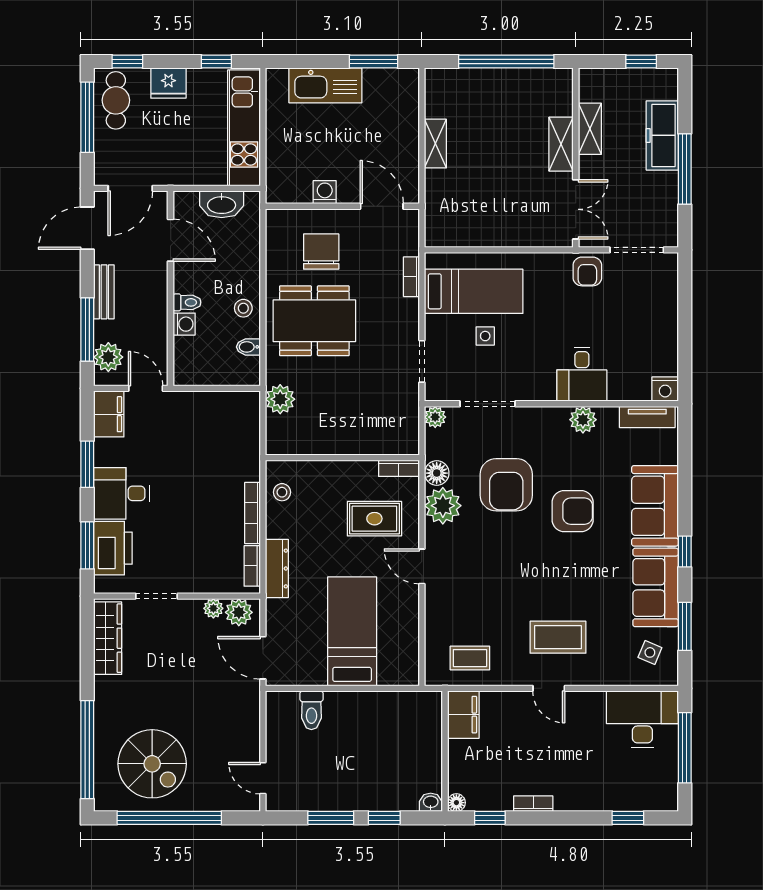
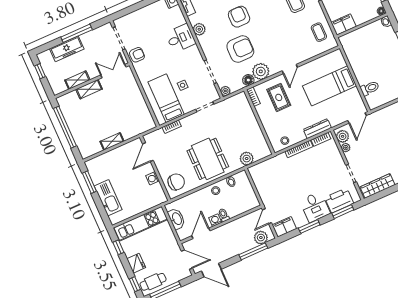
chair: (321, 252) -> (176, 182), moved, turned 180
bench: (104, 292) -> (235, 251), removed
washing machine: (184, 324) -> (215, 220), moved

